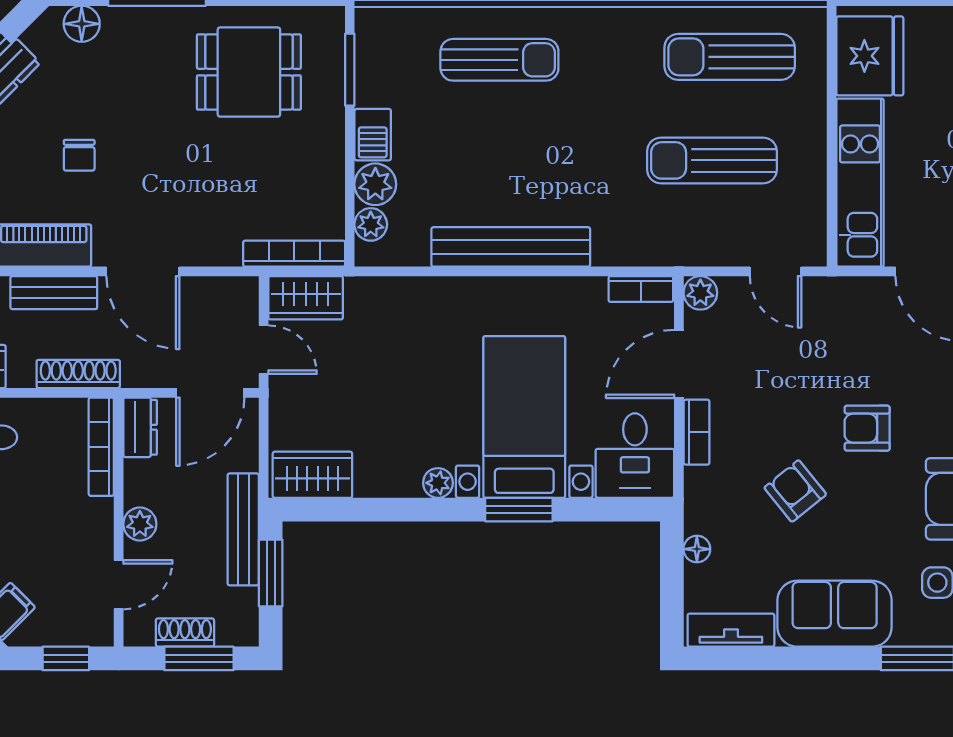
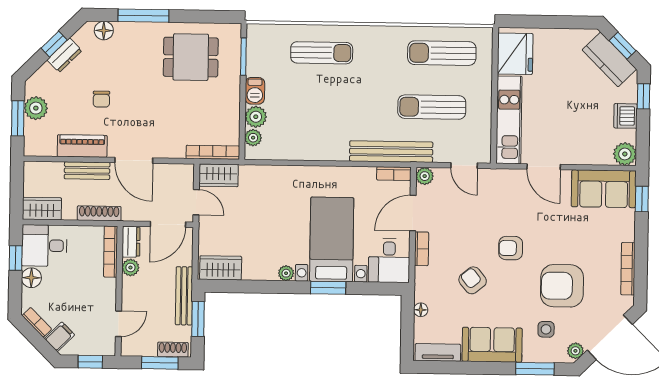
bench: (511, 247) -> (391, 152), moved
plant: (140, 524) -> (130, 268), moved
shoe rack: (185, 633) -> (173, 350), moved

